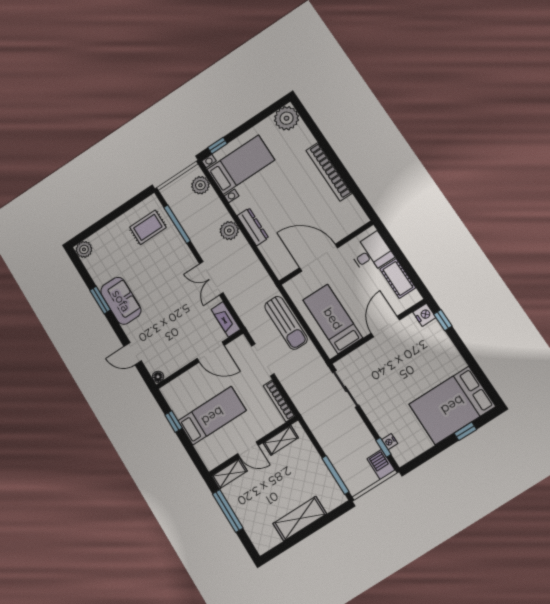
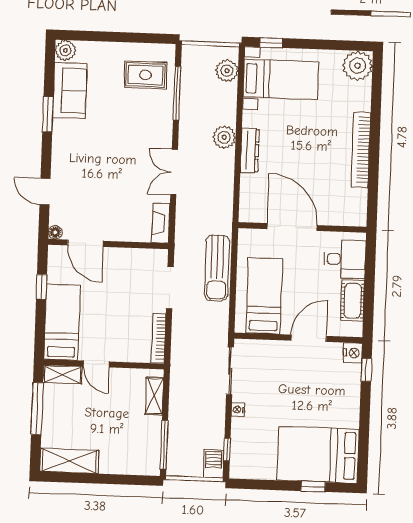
sofa: (121, 301) -> (70, 90), moved
door: (211, 352) -> (85, 243), moved
bed: (212, 416) -> (62, 322), moved, turned -90
shelving: (281, 440) -> (154, 396), moved, turned 90
nightstand: (390, 442) -> (238, 410), moved
shelving: (300, 519) -> (69, 461), moved

